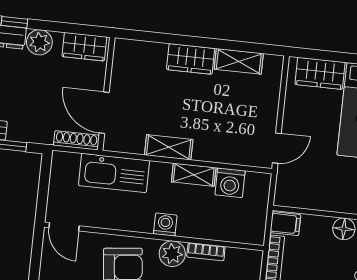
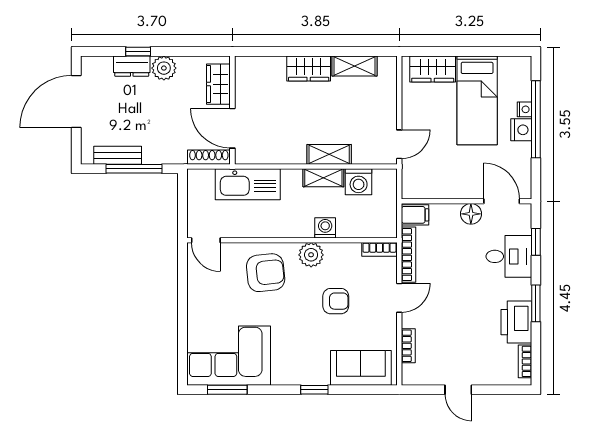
wardrobe: (84, 47) -> (218, 84), moved, turned 90
shelving: (169, 147) -> (329, 154), moved
washing machine: (165, 225) -> (325, 228), moved
bookcase: (206, 252) -> (380, 249), moved

